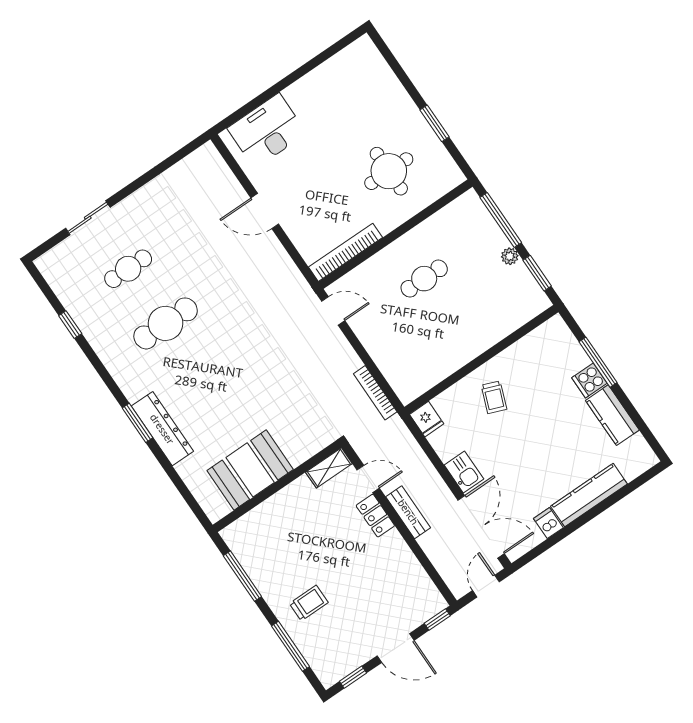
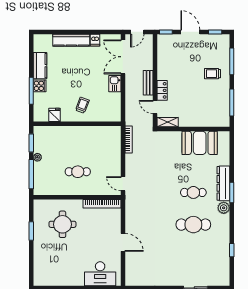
cafe table: (128, 269) -> (193, 192), moved
plant: (133, 387) -> (224, 208), added
fridge: (427, 419) -> (54, 115), moved

